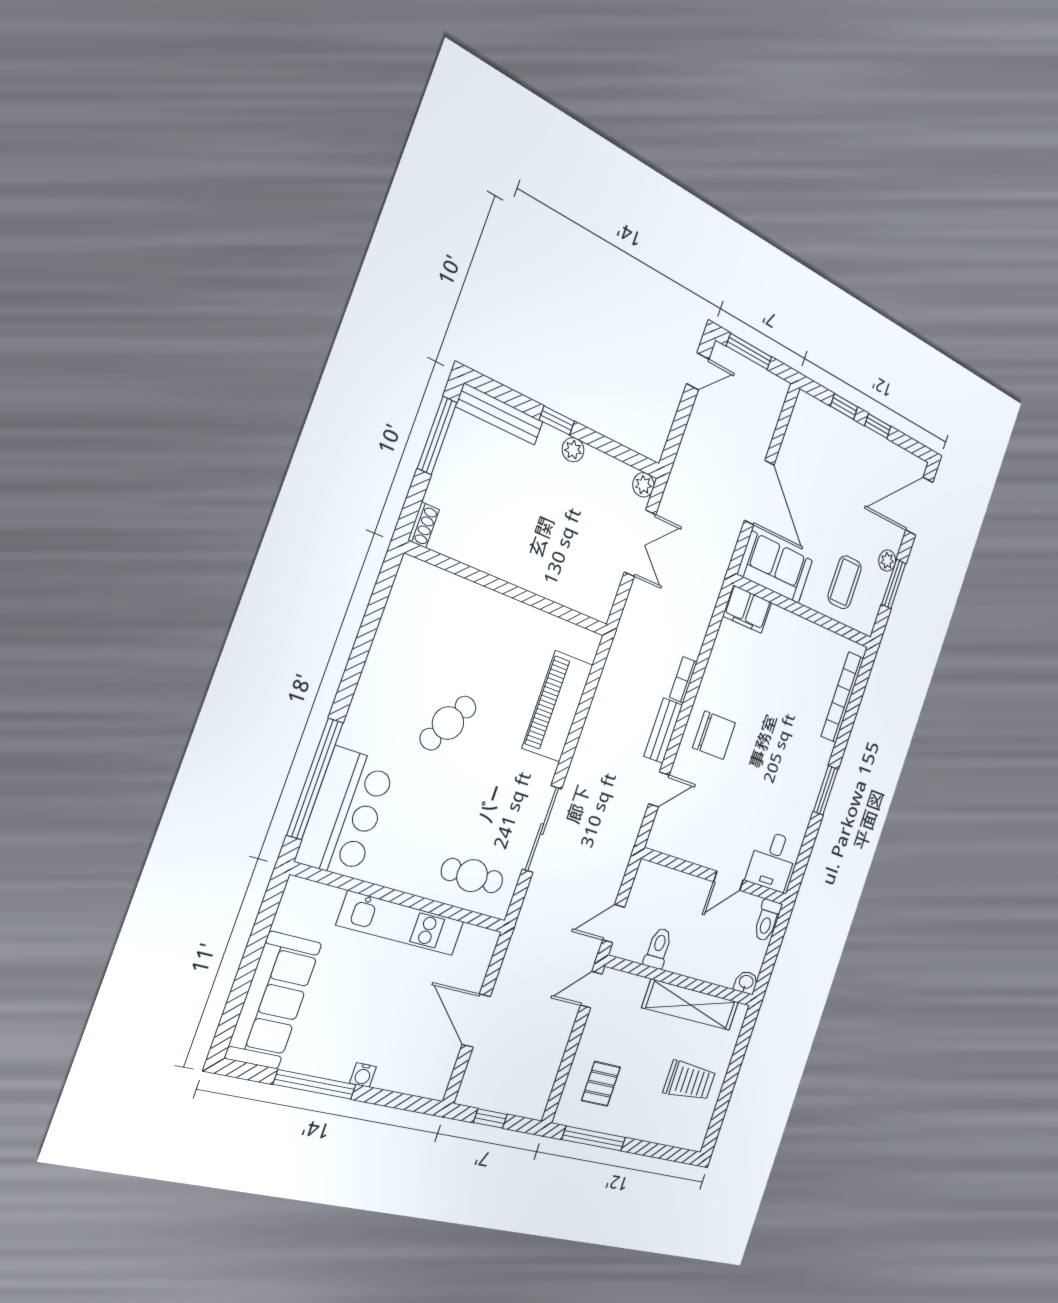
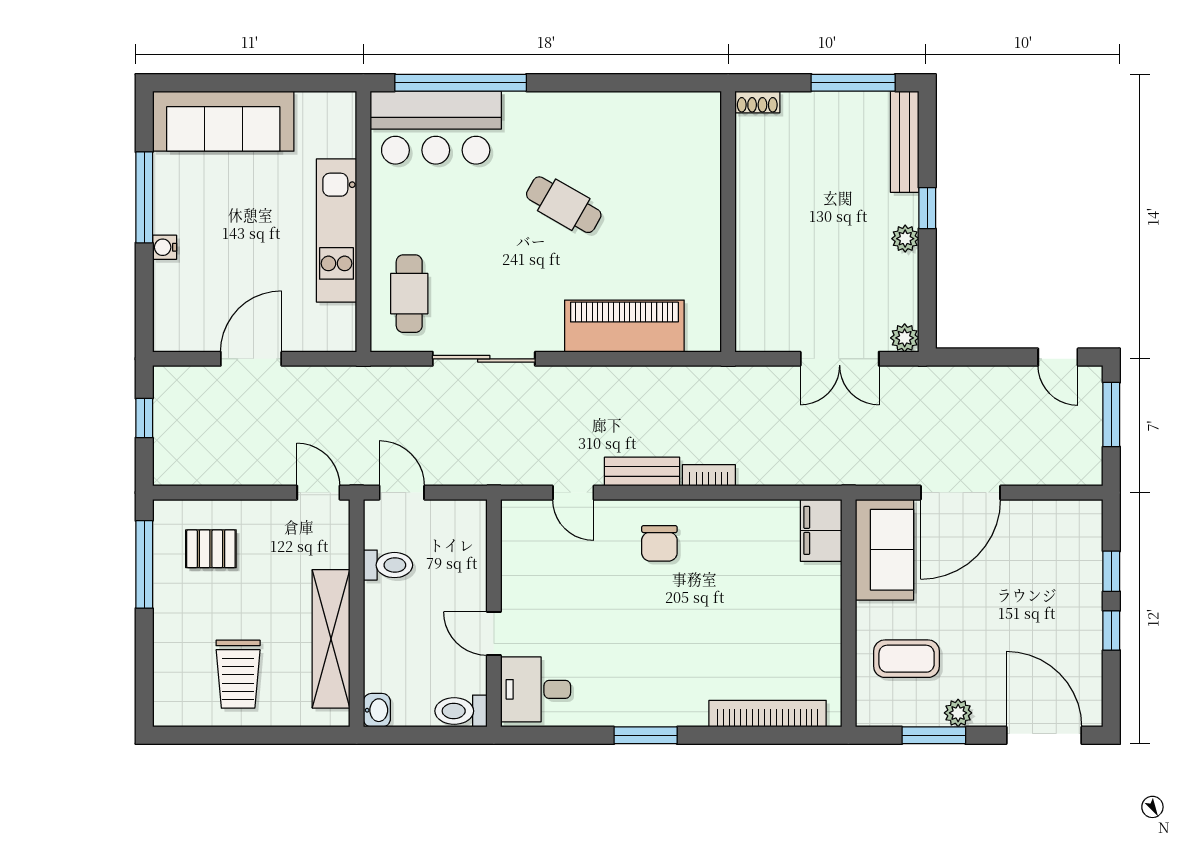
chair: (714, 735) -> (659, 543), width x0.73, depth x0.73

